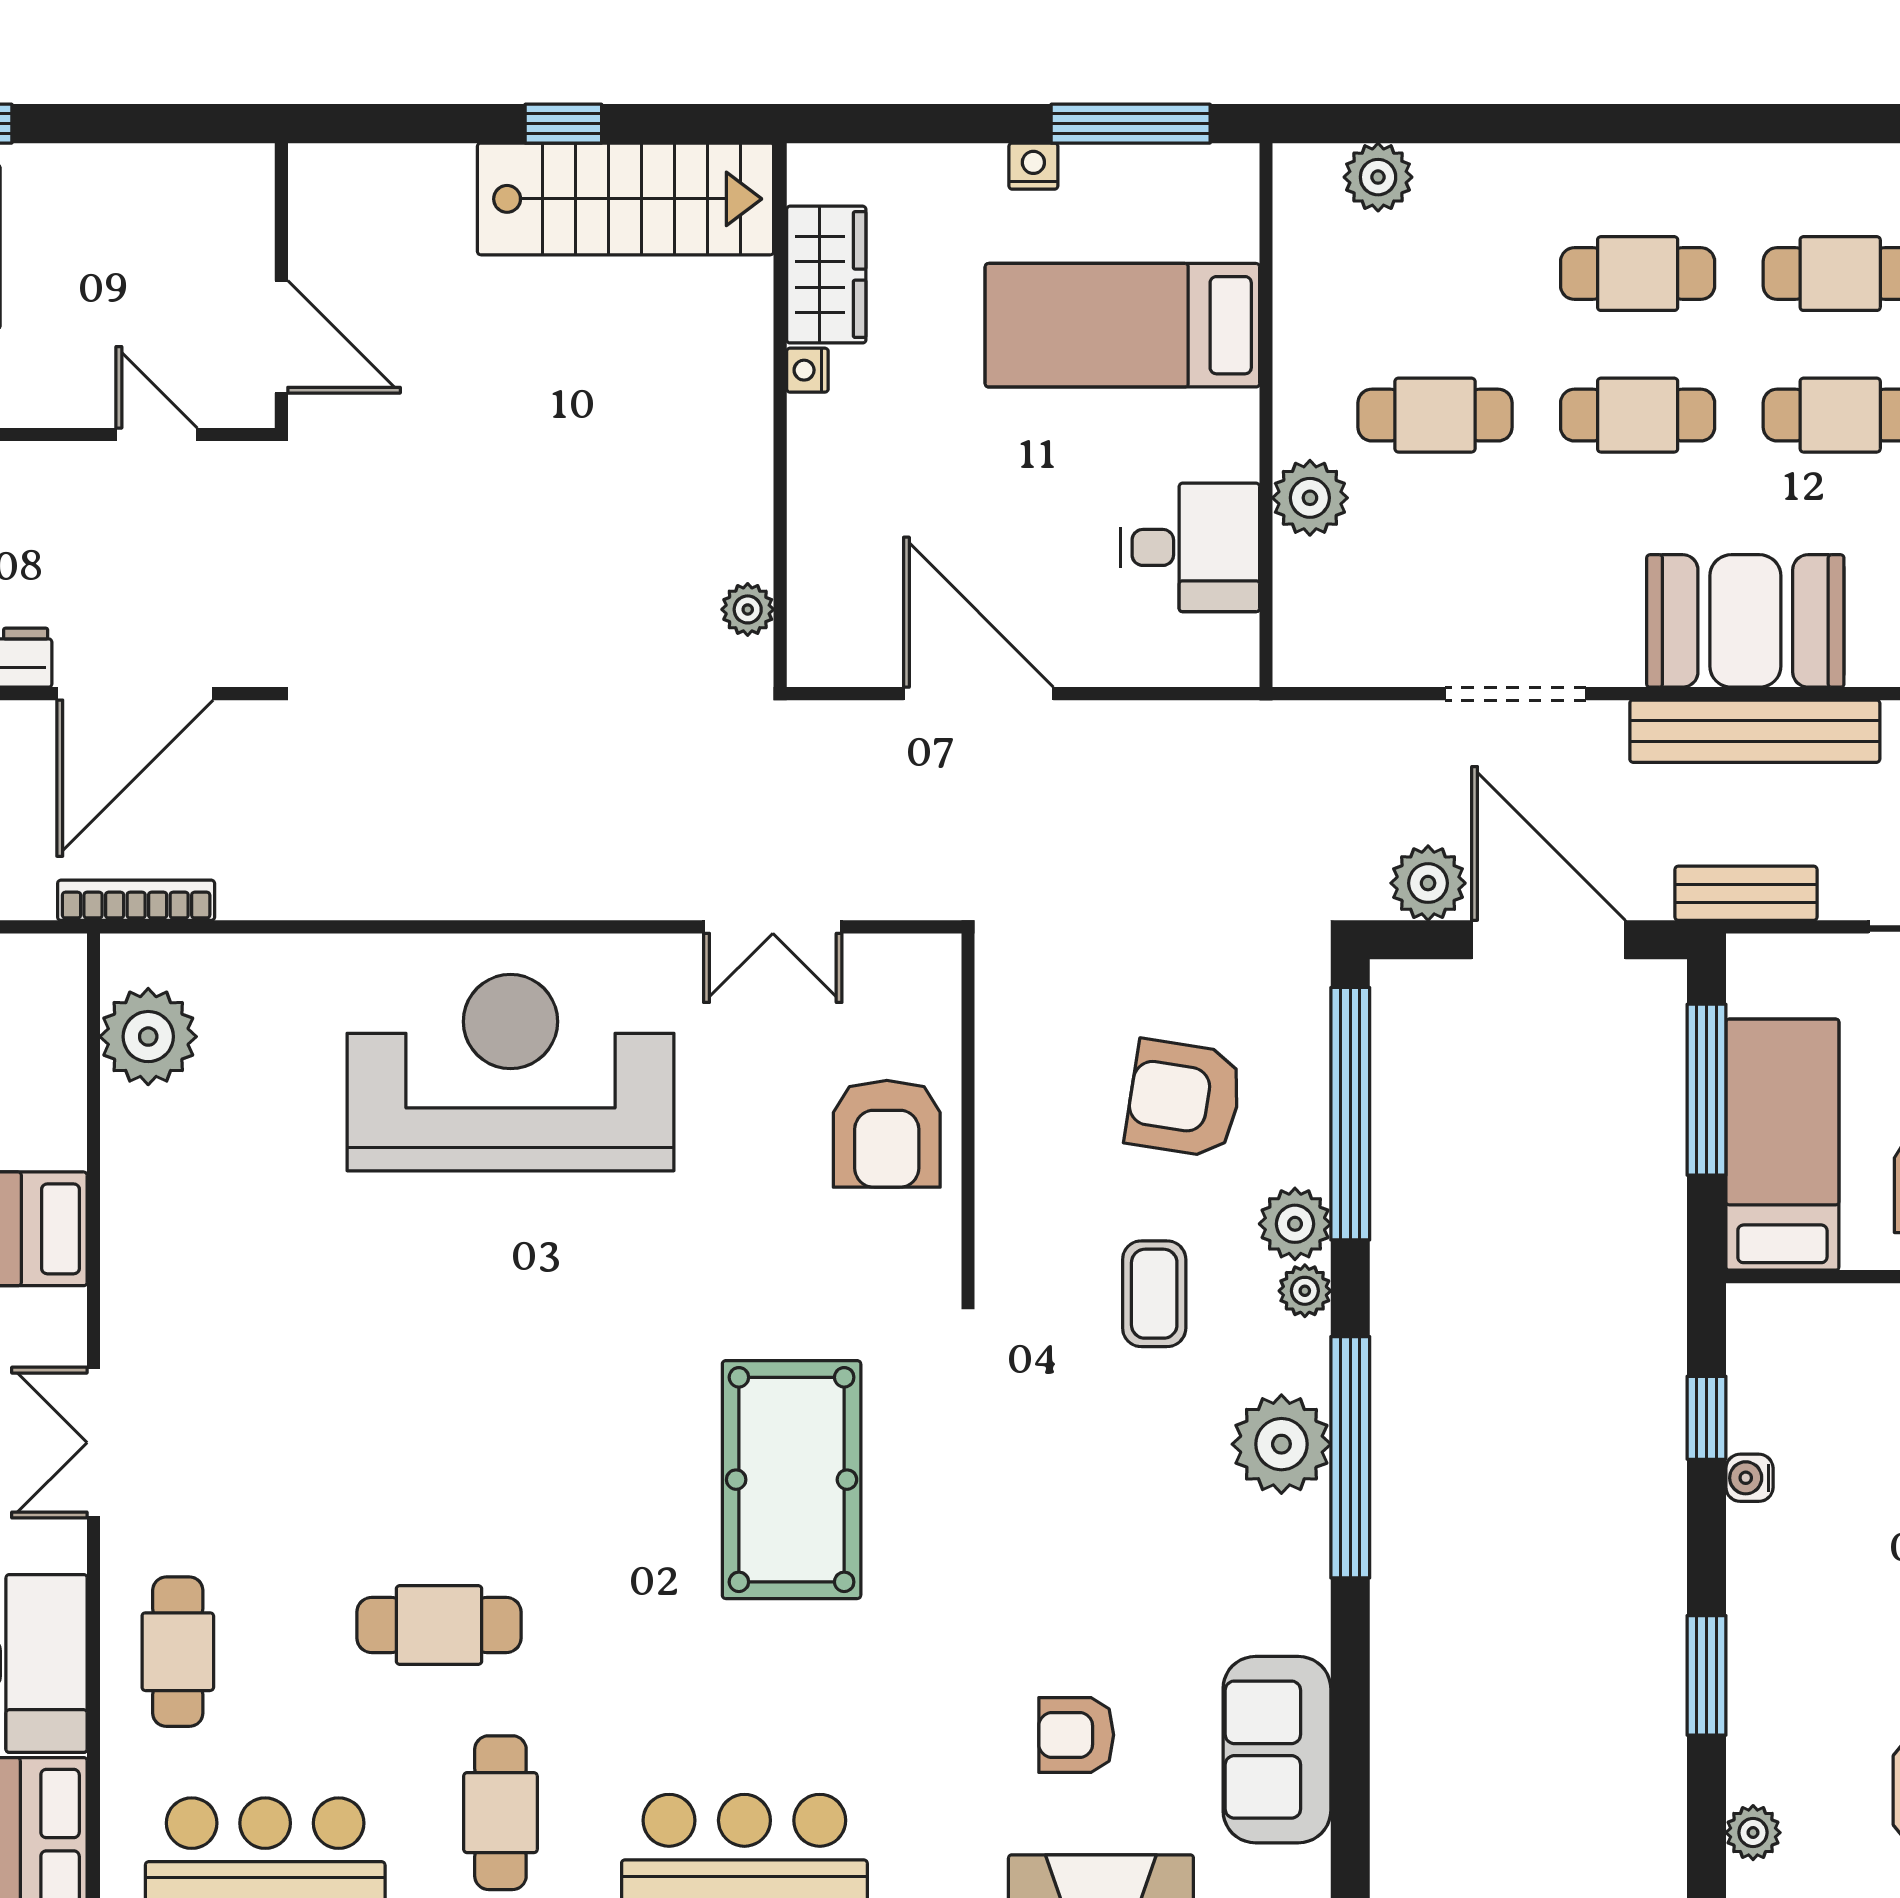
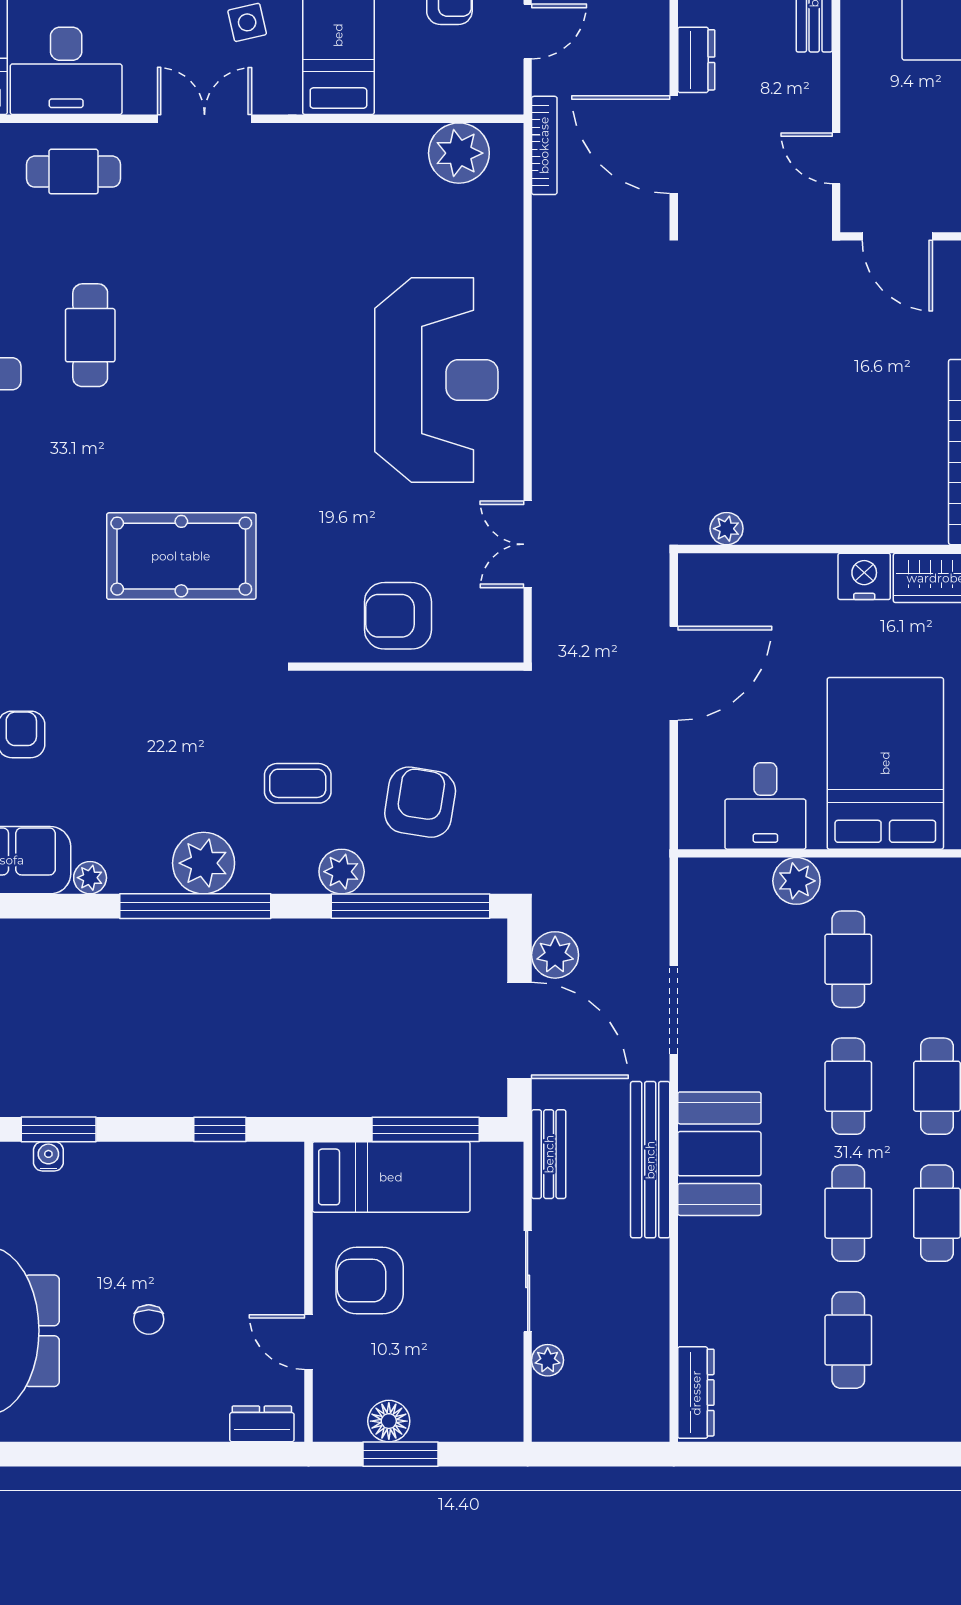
bed: (1122, 325) -> (885, 763), width x1.50
door: (281, 337) -> (897, 236), hinge flipped
nightstand: (807, 370) -> (864, 576), width x1.89, depth x1.79
door: (157, 435) -> (836, 158), swing flipped
door: (1549, 940) -> (520, 1030), hinge flipped
plant: (1305, 1291) -> (90, 878), moved
water cooler: (1749, 1478) -> (48, 1156), moved

